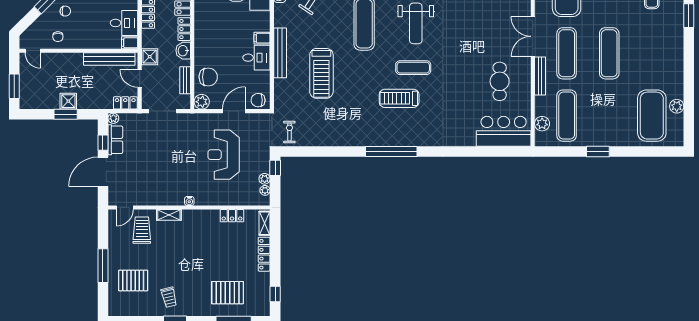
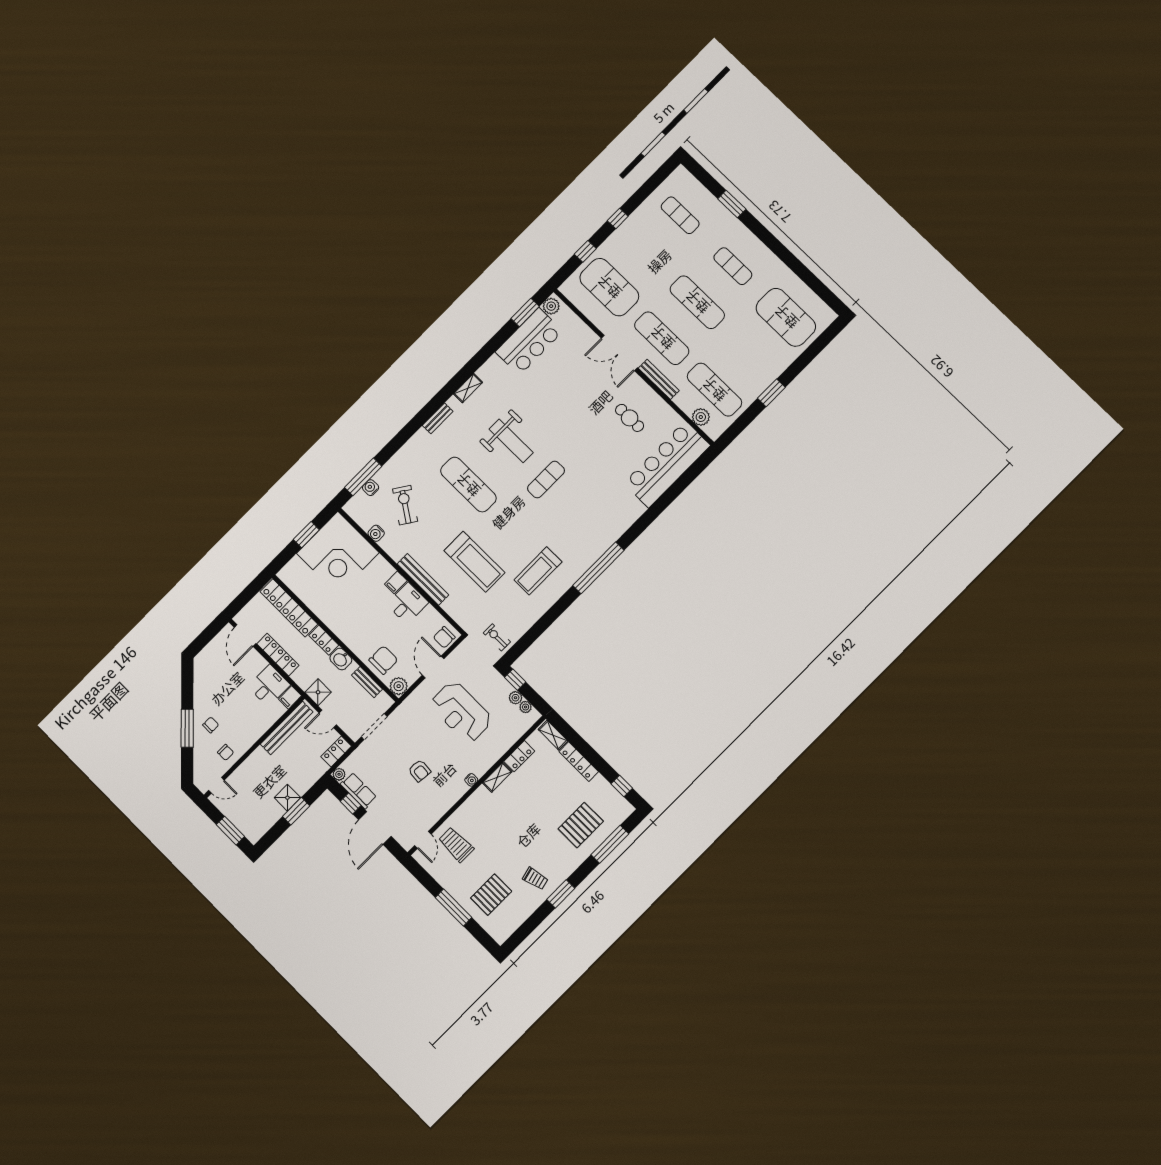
exercise mat: (652, 53) -> (733, 266), added
cafe table: (500, 81) -> (630, 418), width x0.73, depth x0.74
treadmill: (399, 98) -> (538, 571), moved
plant: (677, 106) -> (799, 288), removed
bar counter: (504, 131) -> (667, 464), width x1.36
armchair: (164, 165) -> (419, 771), added
shelving: (169, 215) -> (497, 777), moved

